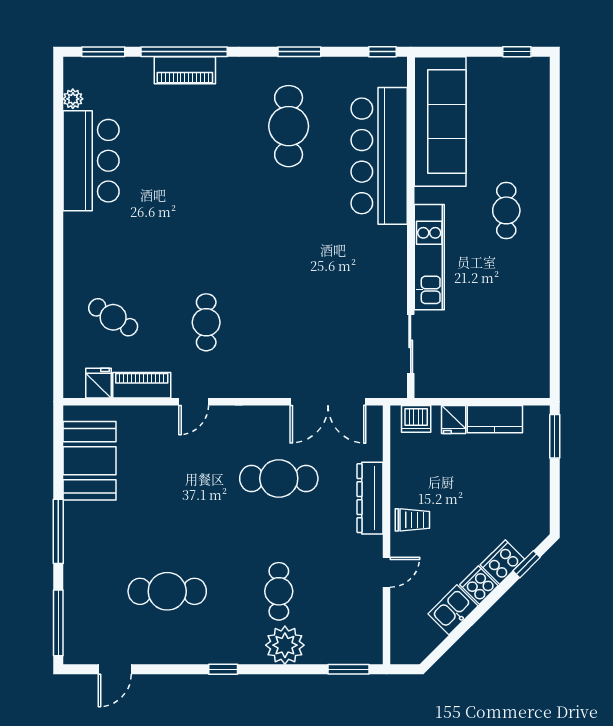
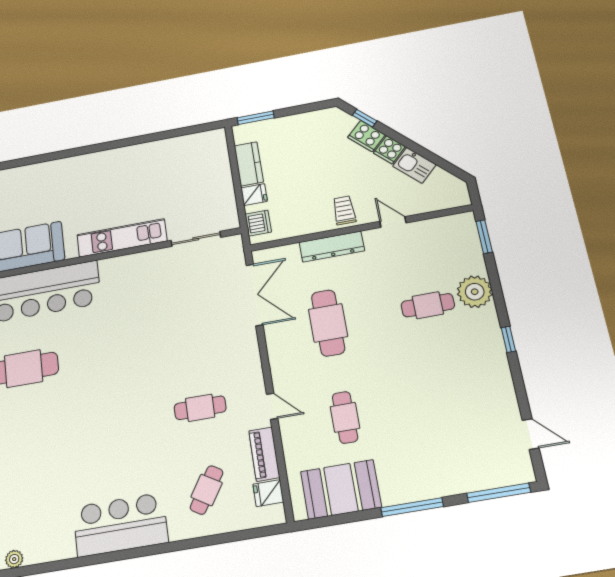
bar counter: (91, 161) -> (120, 525), moved
cafe table: (506, 210) -> (78, 187), removed
cafe table: (167, 591) -> (345, 417), moved, width x0.73, depth x0.74

